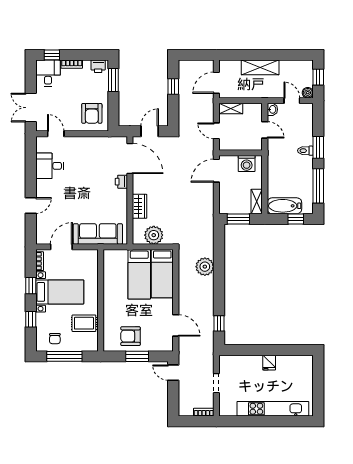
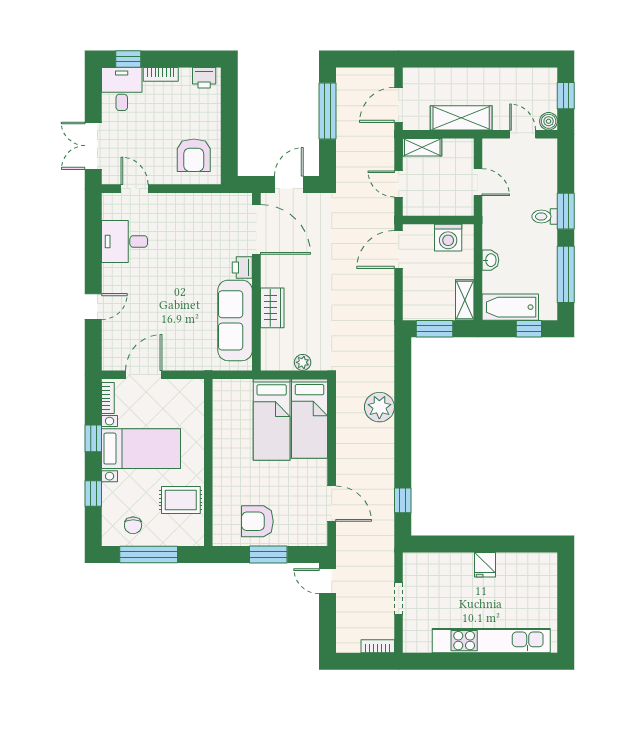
shelving: (260, 67) -> (461, 118), moved
window: (113, 80) -> (229, 100), removed
window: (173, 86) -> (327, 111), width x2.17
washbasin: (272, 109) -> (490, 260), moved
sofa: (98, 234) -> (235, 320), moved, turned -90
plant: (154, 235) -> (303, 362), width x0.53, depth x0.53

